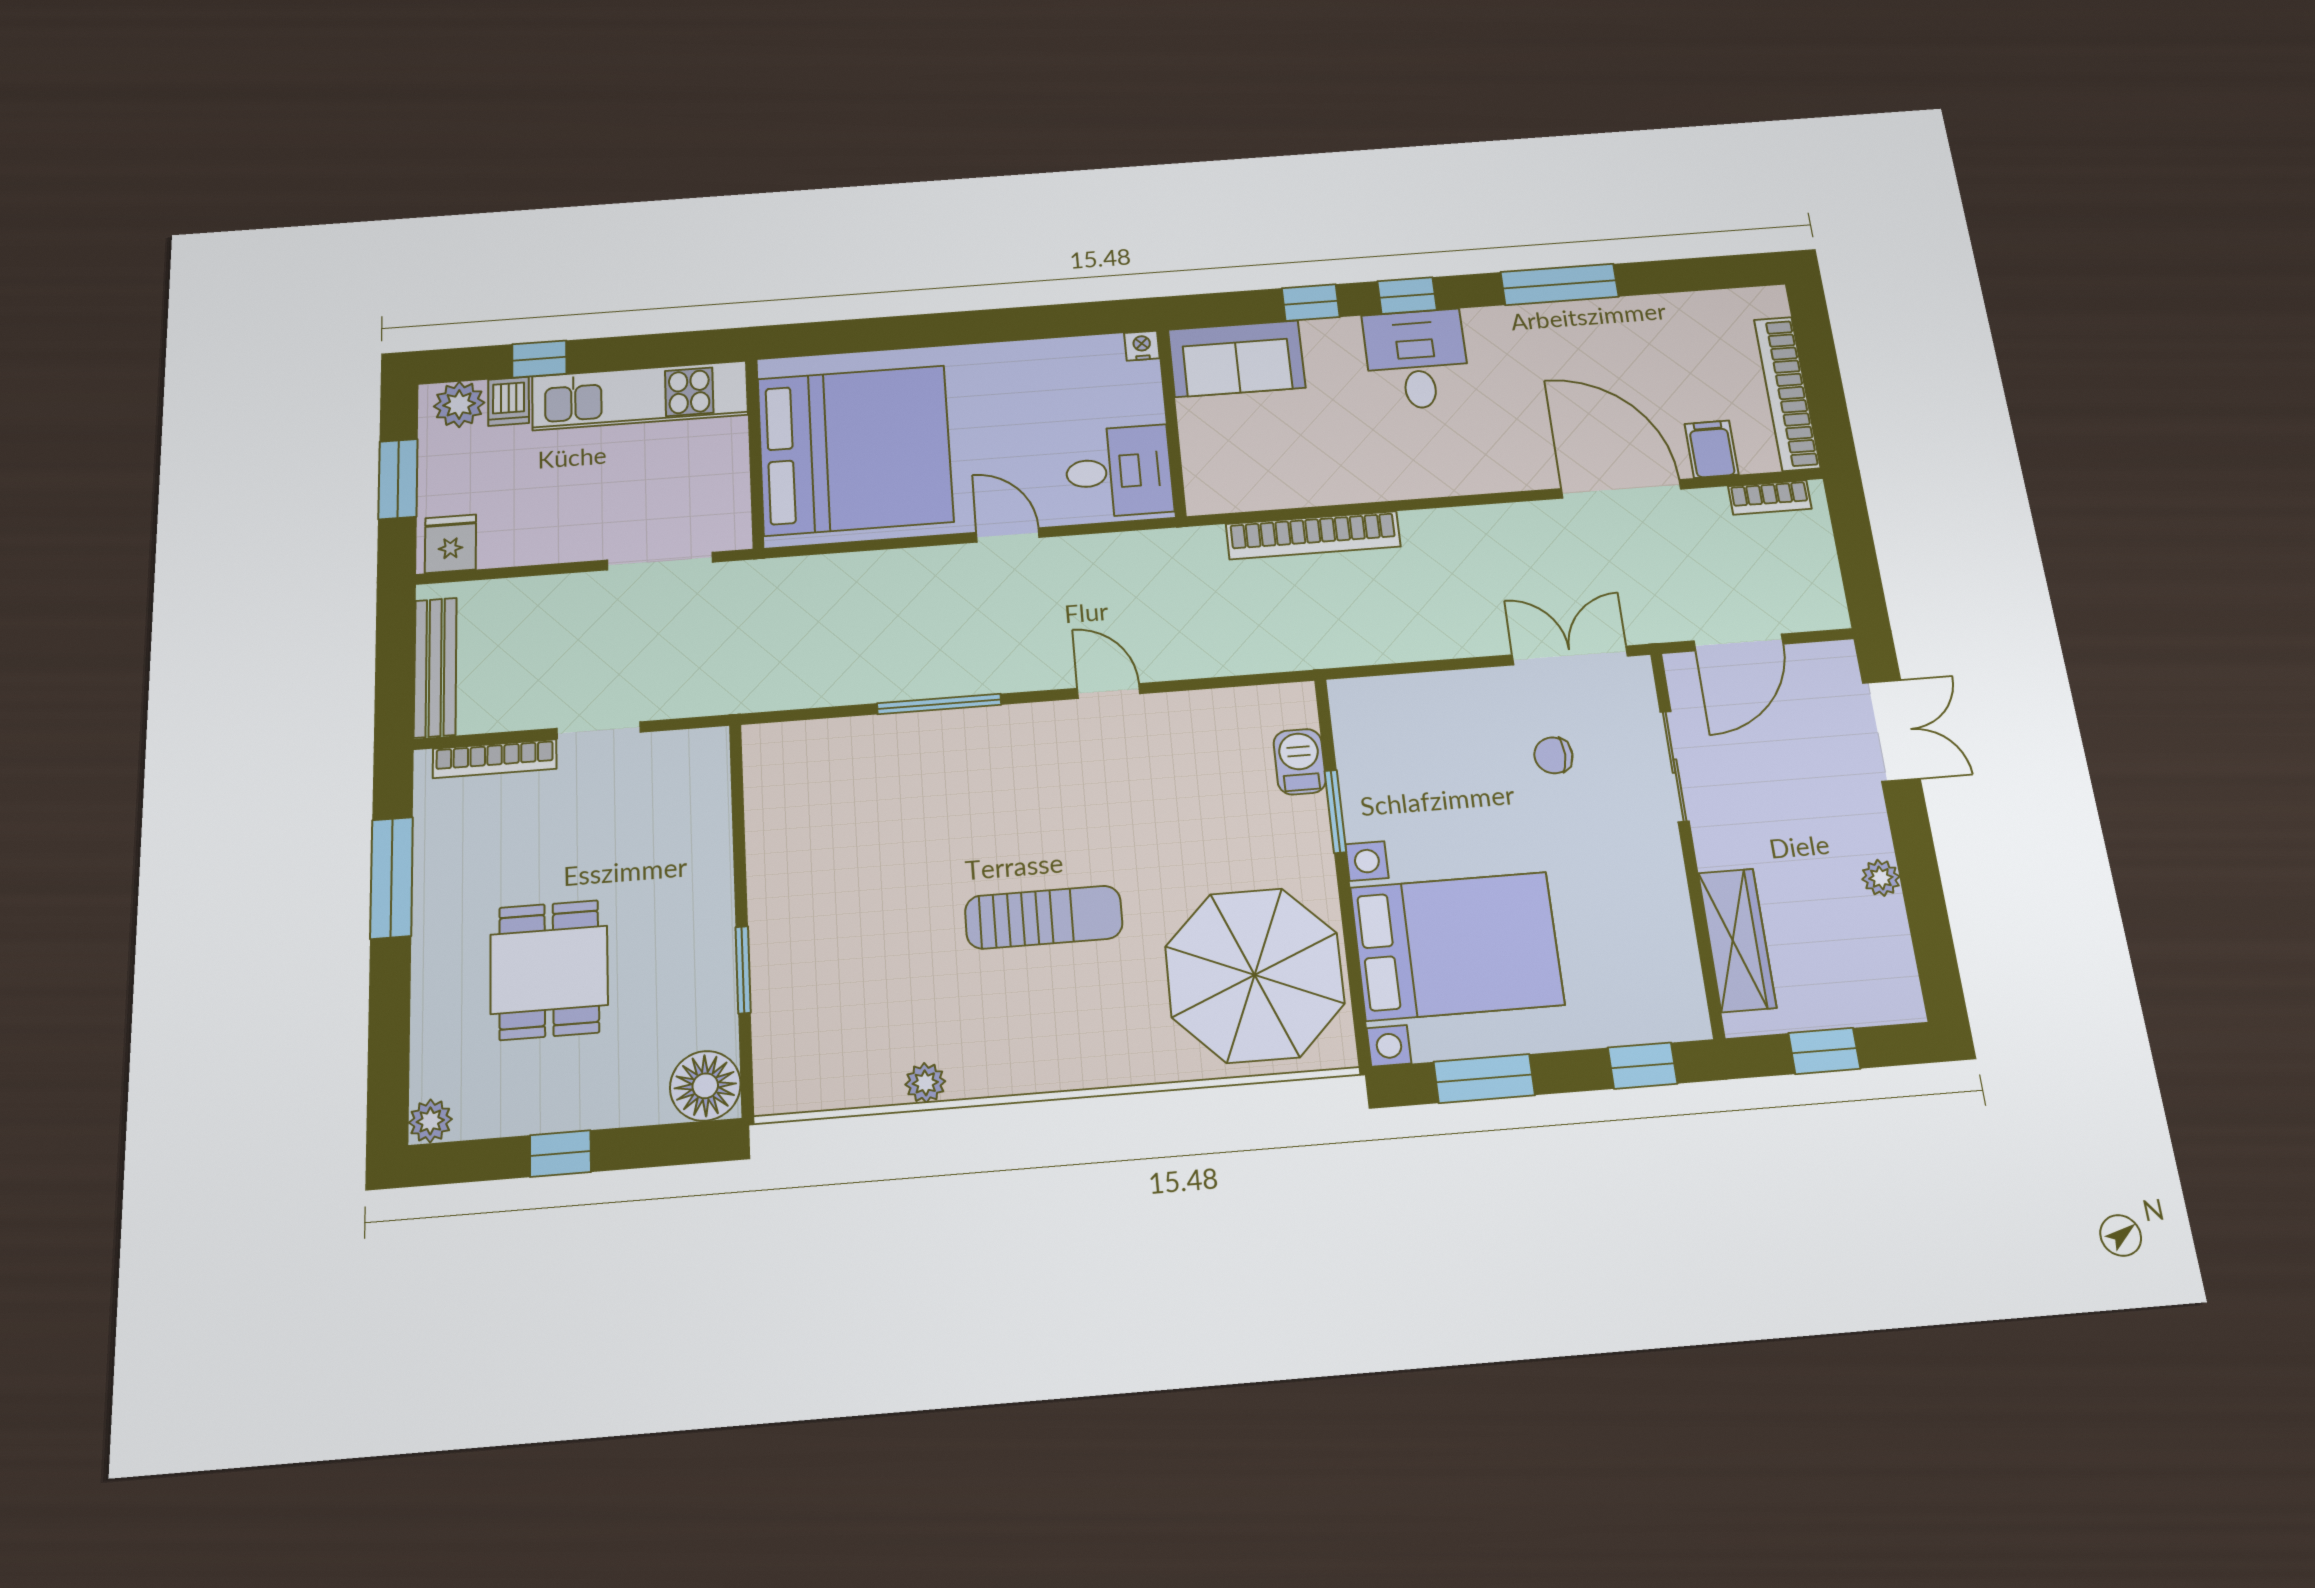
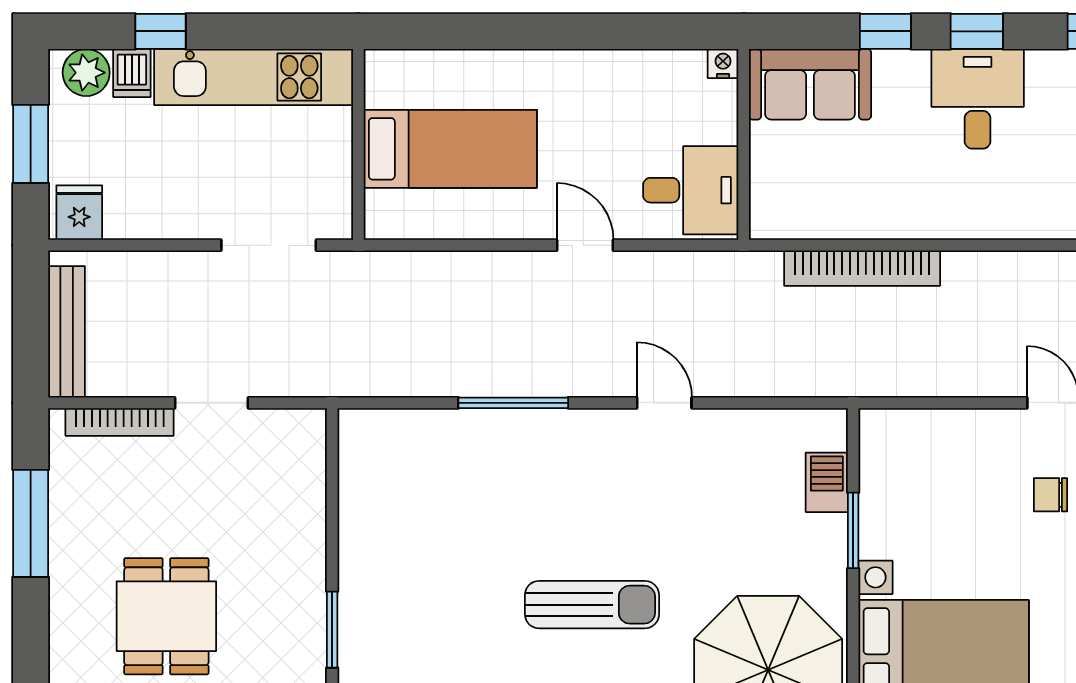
bed: (855, 450) -> (450, 149), width x0.49

